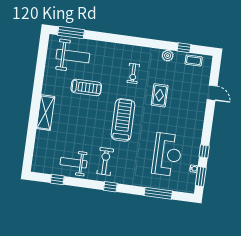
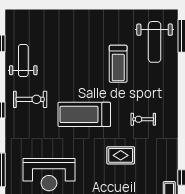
plant: (168, 56) -> (171, 159), removed
shelving: (46, 113) -> (80, 18), removed
treadmill: (123, 120) -> (84, 114), turned 180

